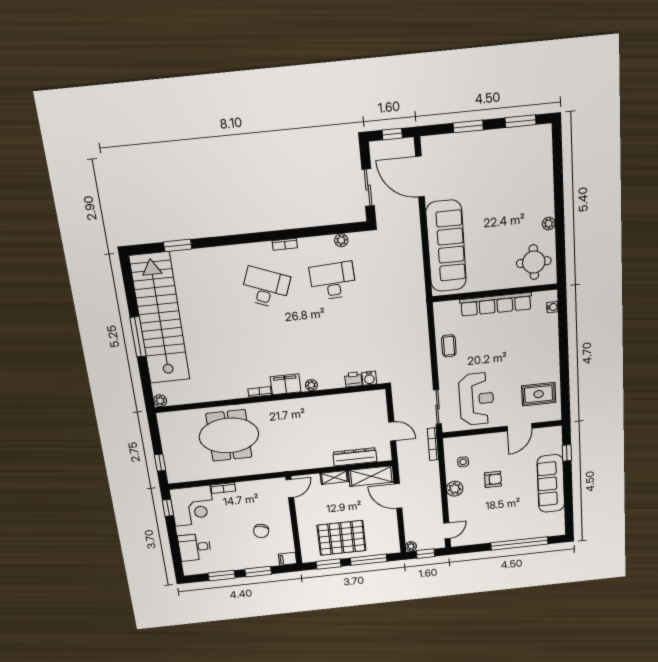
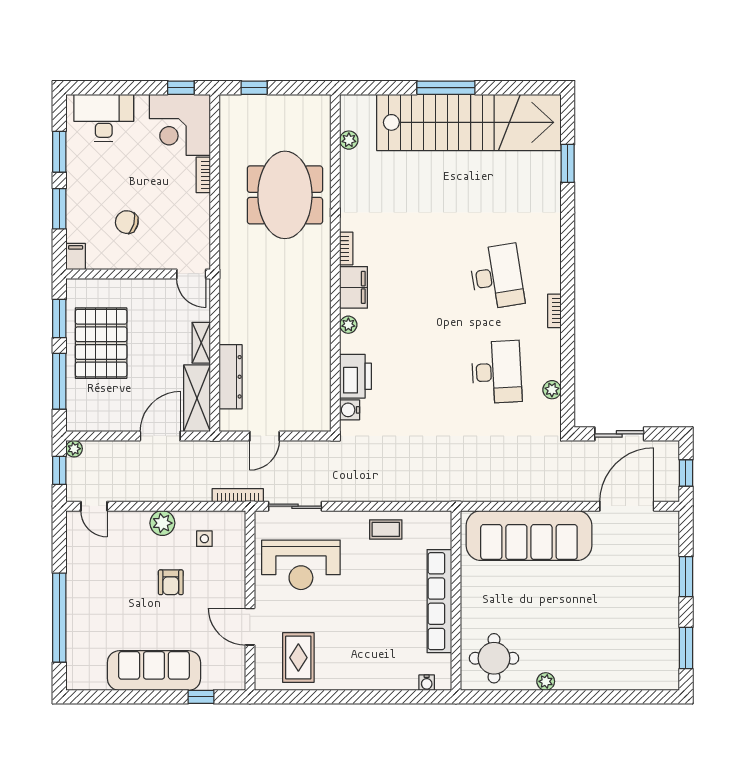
desk: (266, 288) -> (497, 277), turned -30
printer: (353, 379) -> (356, 376), width x1.87, depth x1.48
plant: (160, 401) -> (349, 140), moved
desk: (195, 547) -> (104, 118), width x1.37

